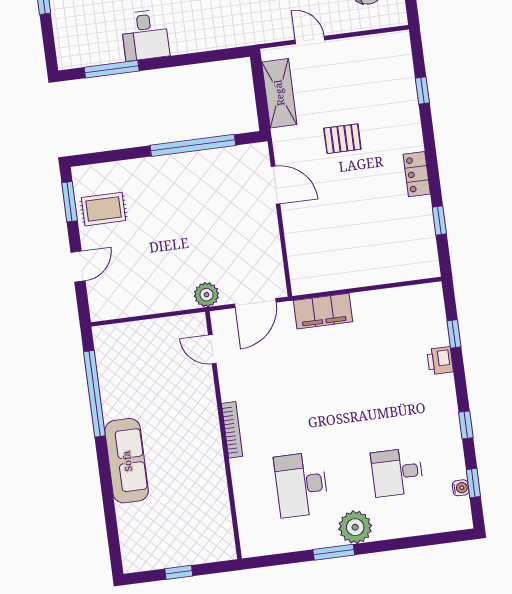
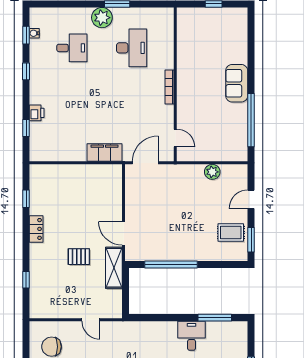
shelving: (279, 93) -> (114, 268), moved
plant: (207, 295) -> (212, 172), moved
sofa: (127, 461) -> (237, 83), width x0.73

